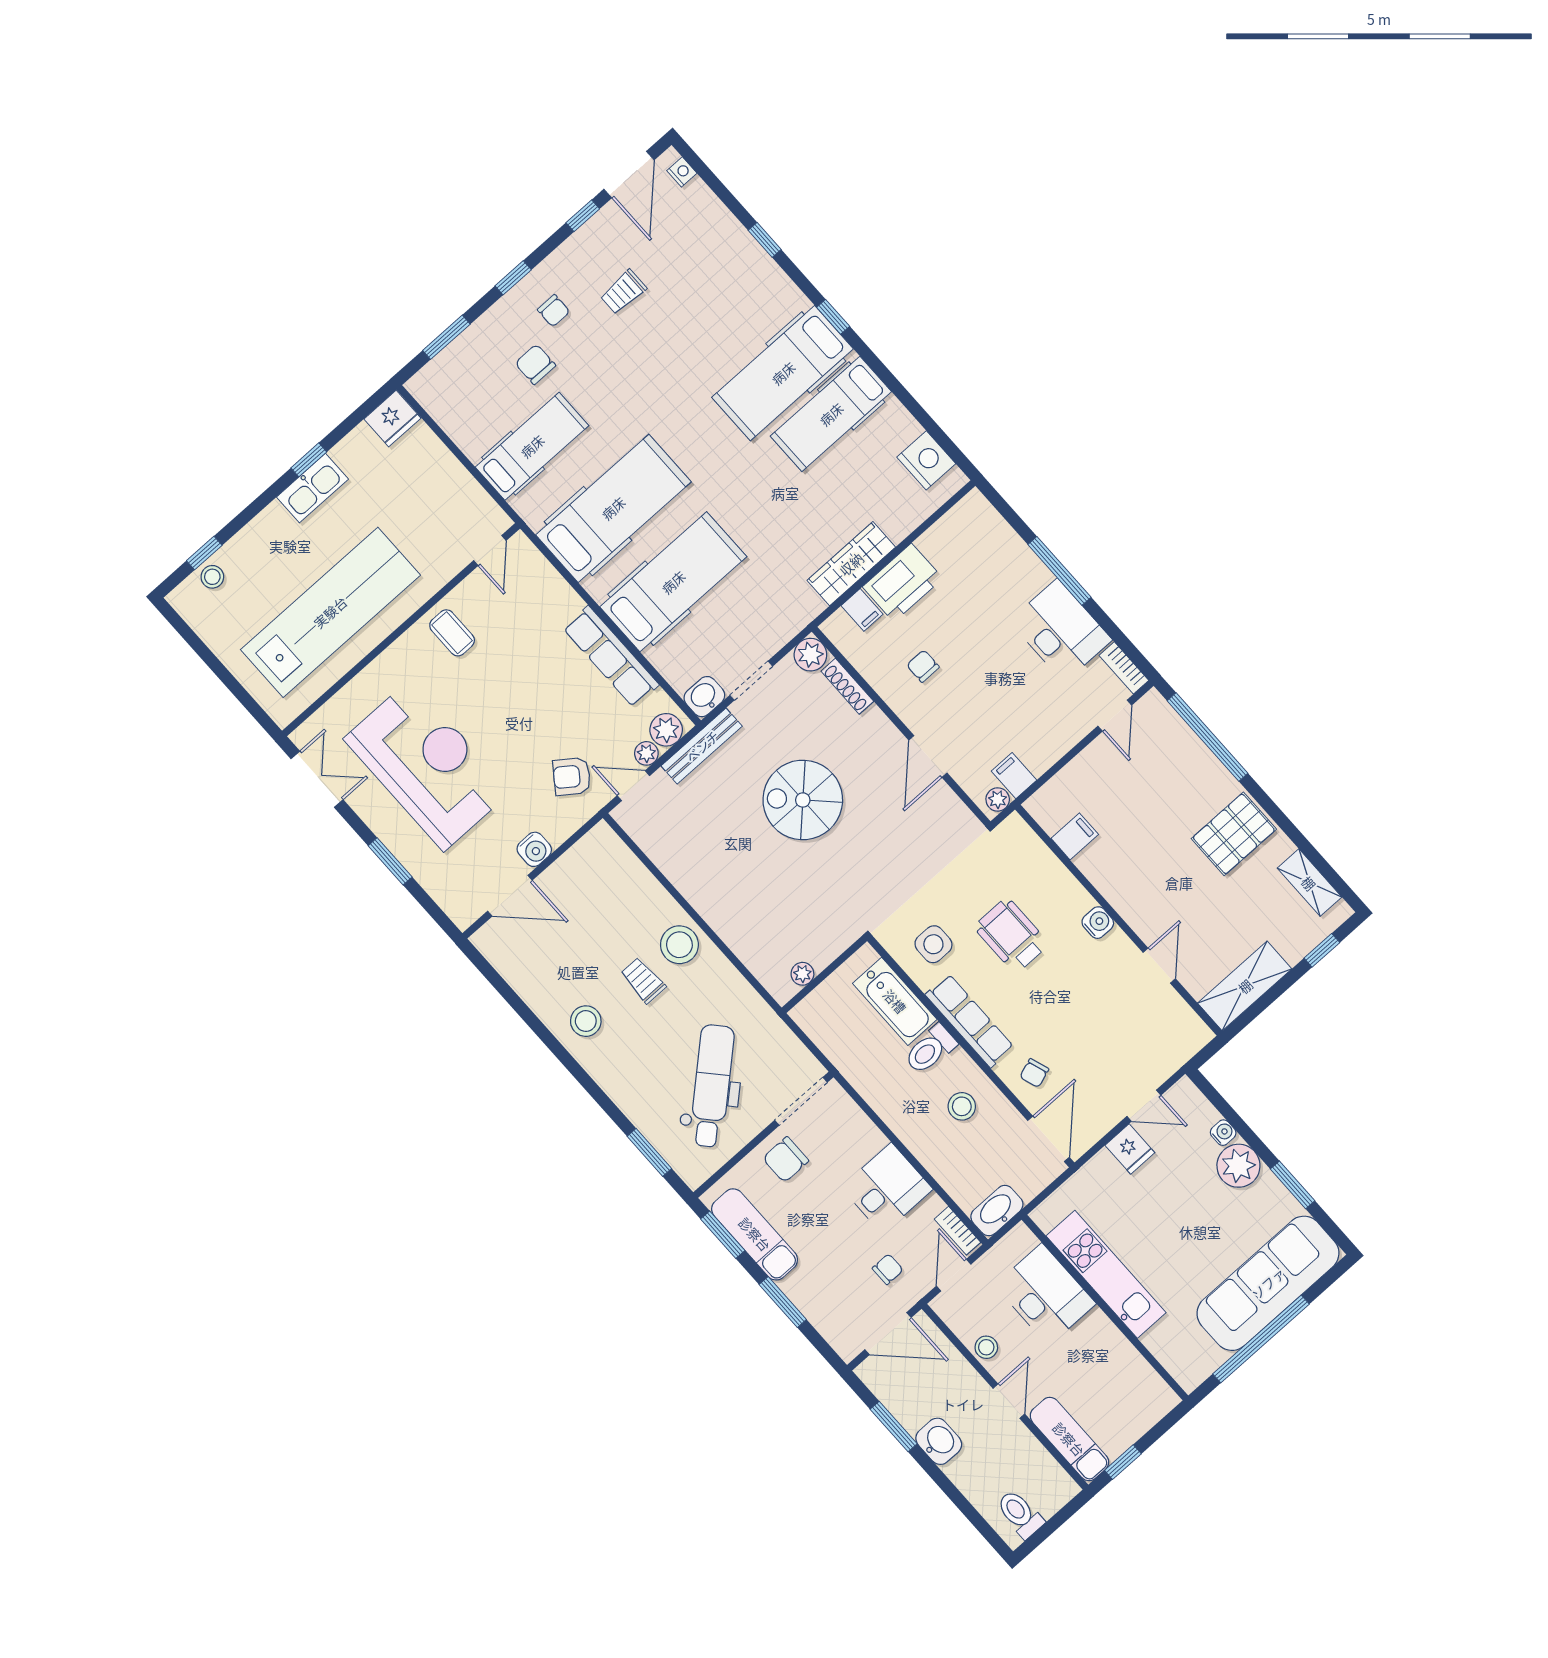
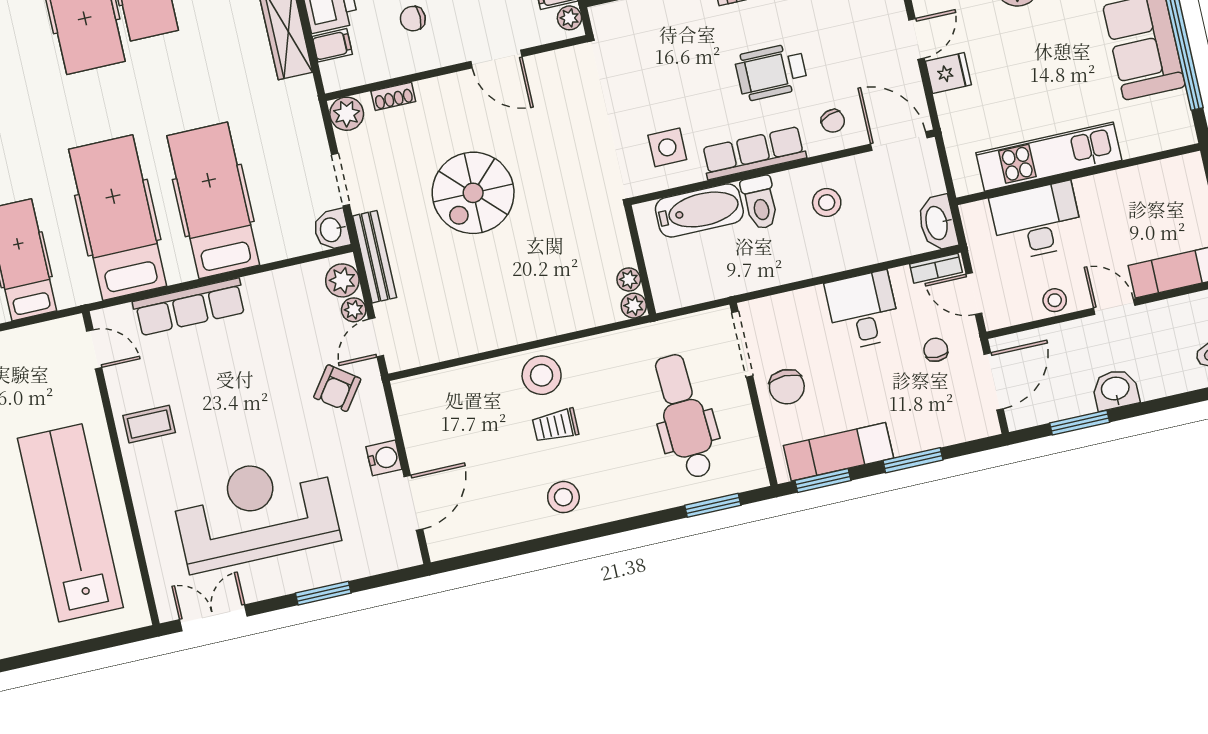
row of seats: (611, 656) -> (189, 307), moved
shoe rack: (847, 686) -> (393, 96), width x0.70
wheelchair: (1011, 935) -> (771, 72), moved
plant: (782, 990) -> (634, 306), added
dental chair: (712, 1086) -> (684, 416), turned 39

